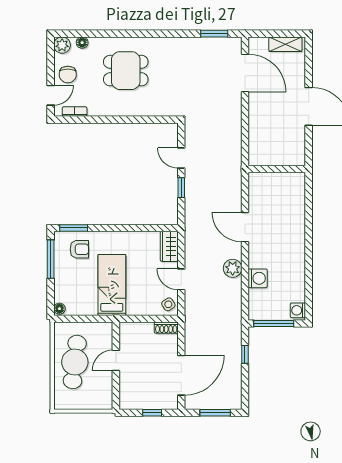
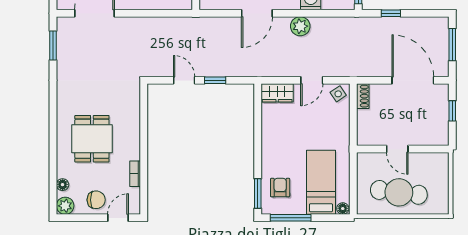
door: (51, 95) -> (118, 218), hinge flipped
bookcase: (75, 112) -> (135, 174), moved
door: (181, 158) -> (184, 80), swing flipped
bed: (112, 285) -> (321, 182), moved, turned 90

